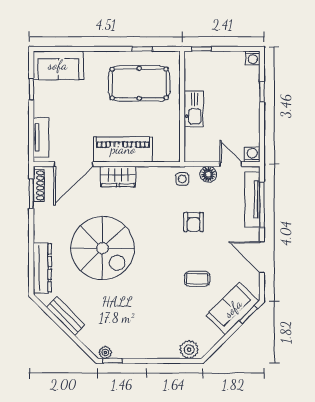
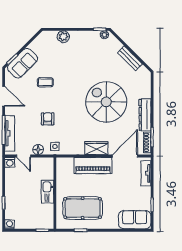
dresser: (42, 268) -> (145, 115), moved
plant: (189, 350) -> (63, 37), moved

